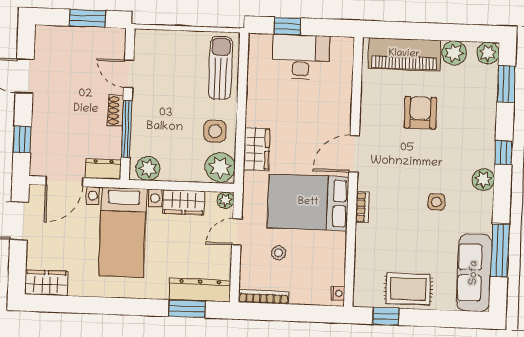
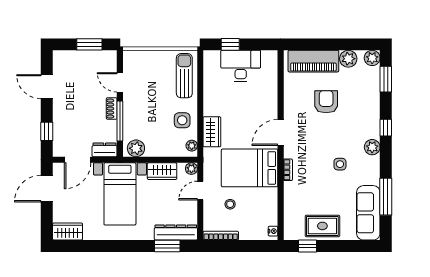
plant: (220, 167) -> (192, 146), width x0.53, depth x0.53

